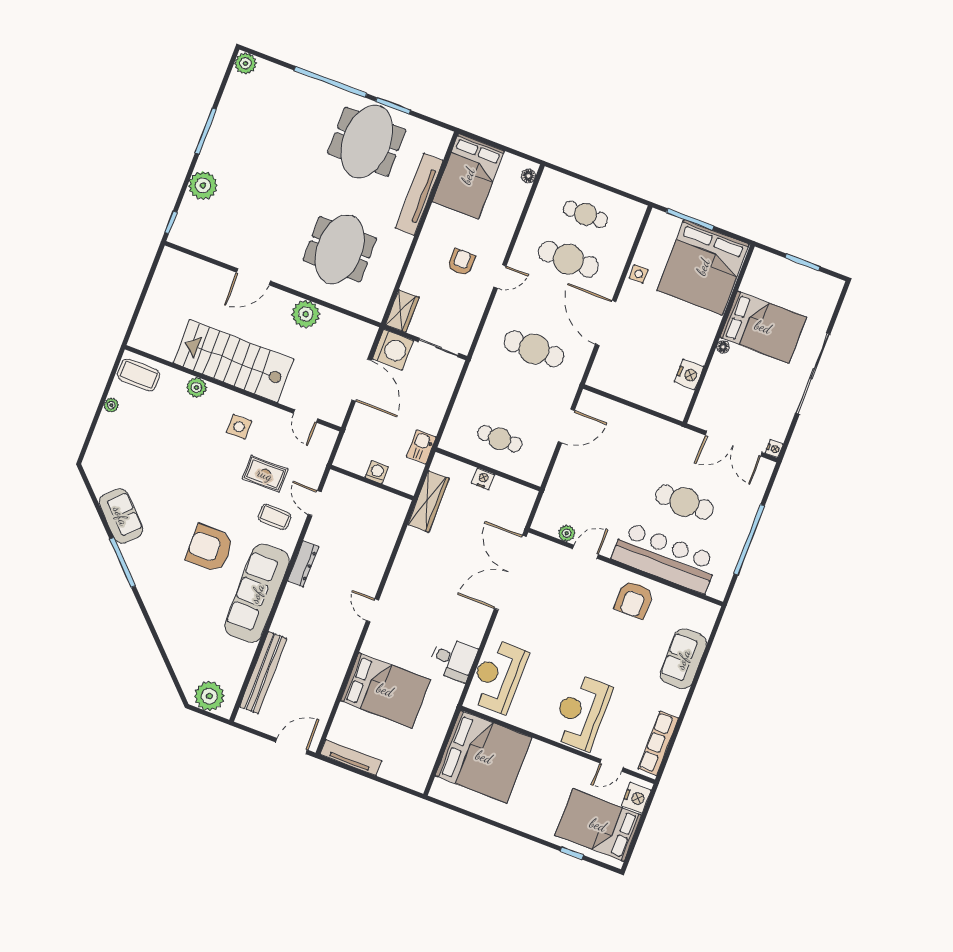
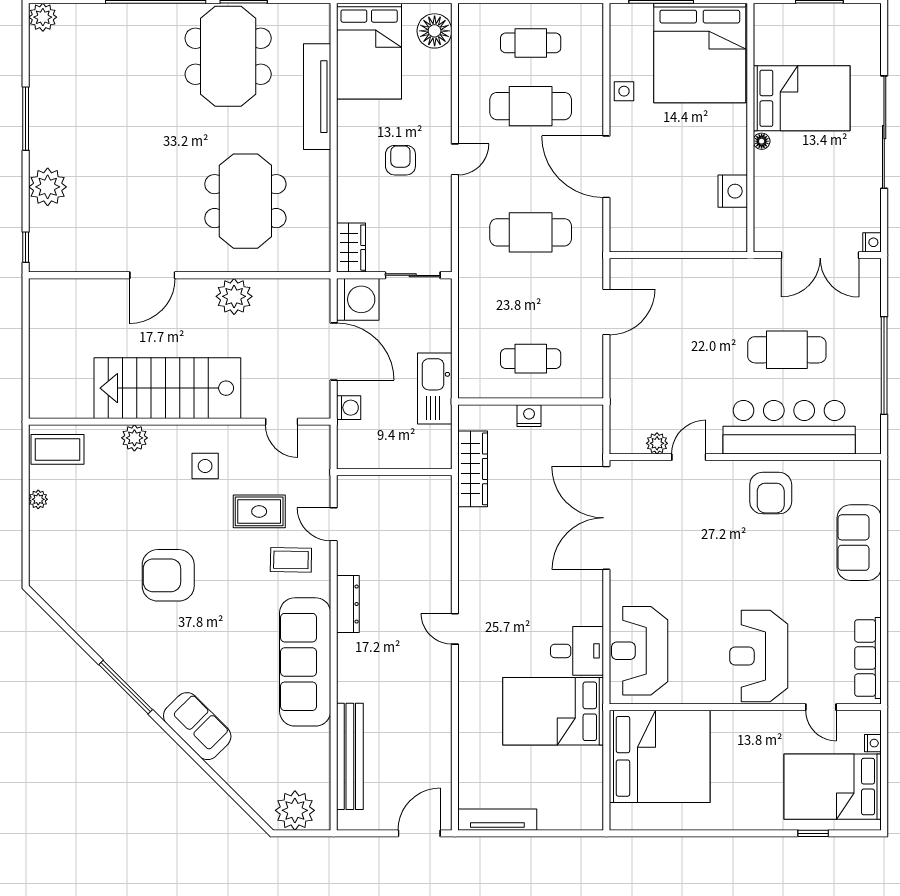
floor lamp: (528, 176) -> (435, 31), width x1.89, depth x1.89
kitchen sink: (421, 447) -> (435, 389), width x1.88, depth x1.24
washing machine: (377, 472) -> (349, 408), moved, turned 90
sofa: (121, 516) -> (197, 726), moved
armchair: (210, 548) -> (168, 575), moved
bed: (385, 690) -> (553, 711), moved, turned 180
door: (612, 765) -> (821, 707), hinge flipped
nightstand: (636, 798) -> (873, 743), width x0.53, depth x0.56

